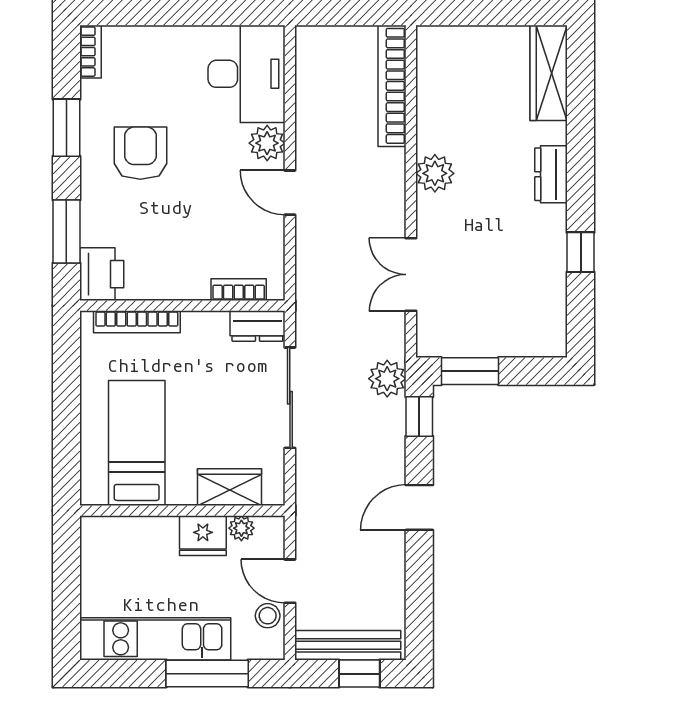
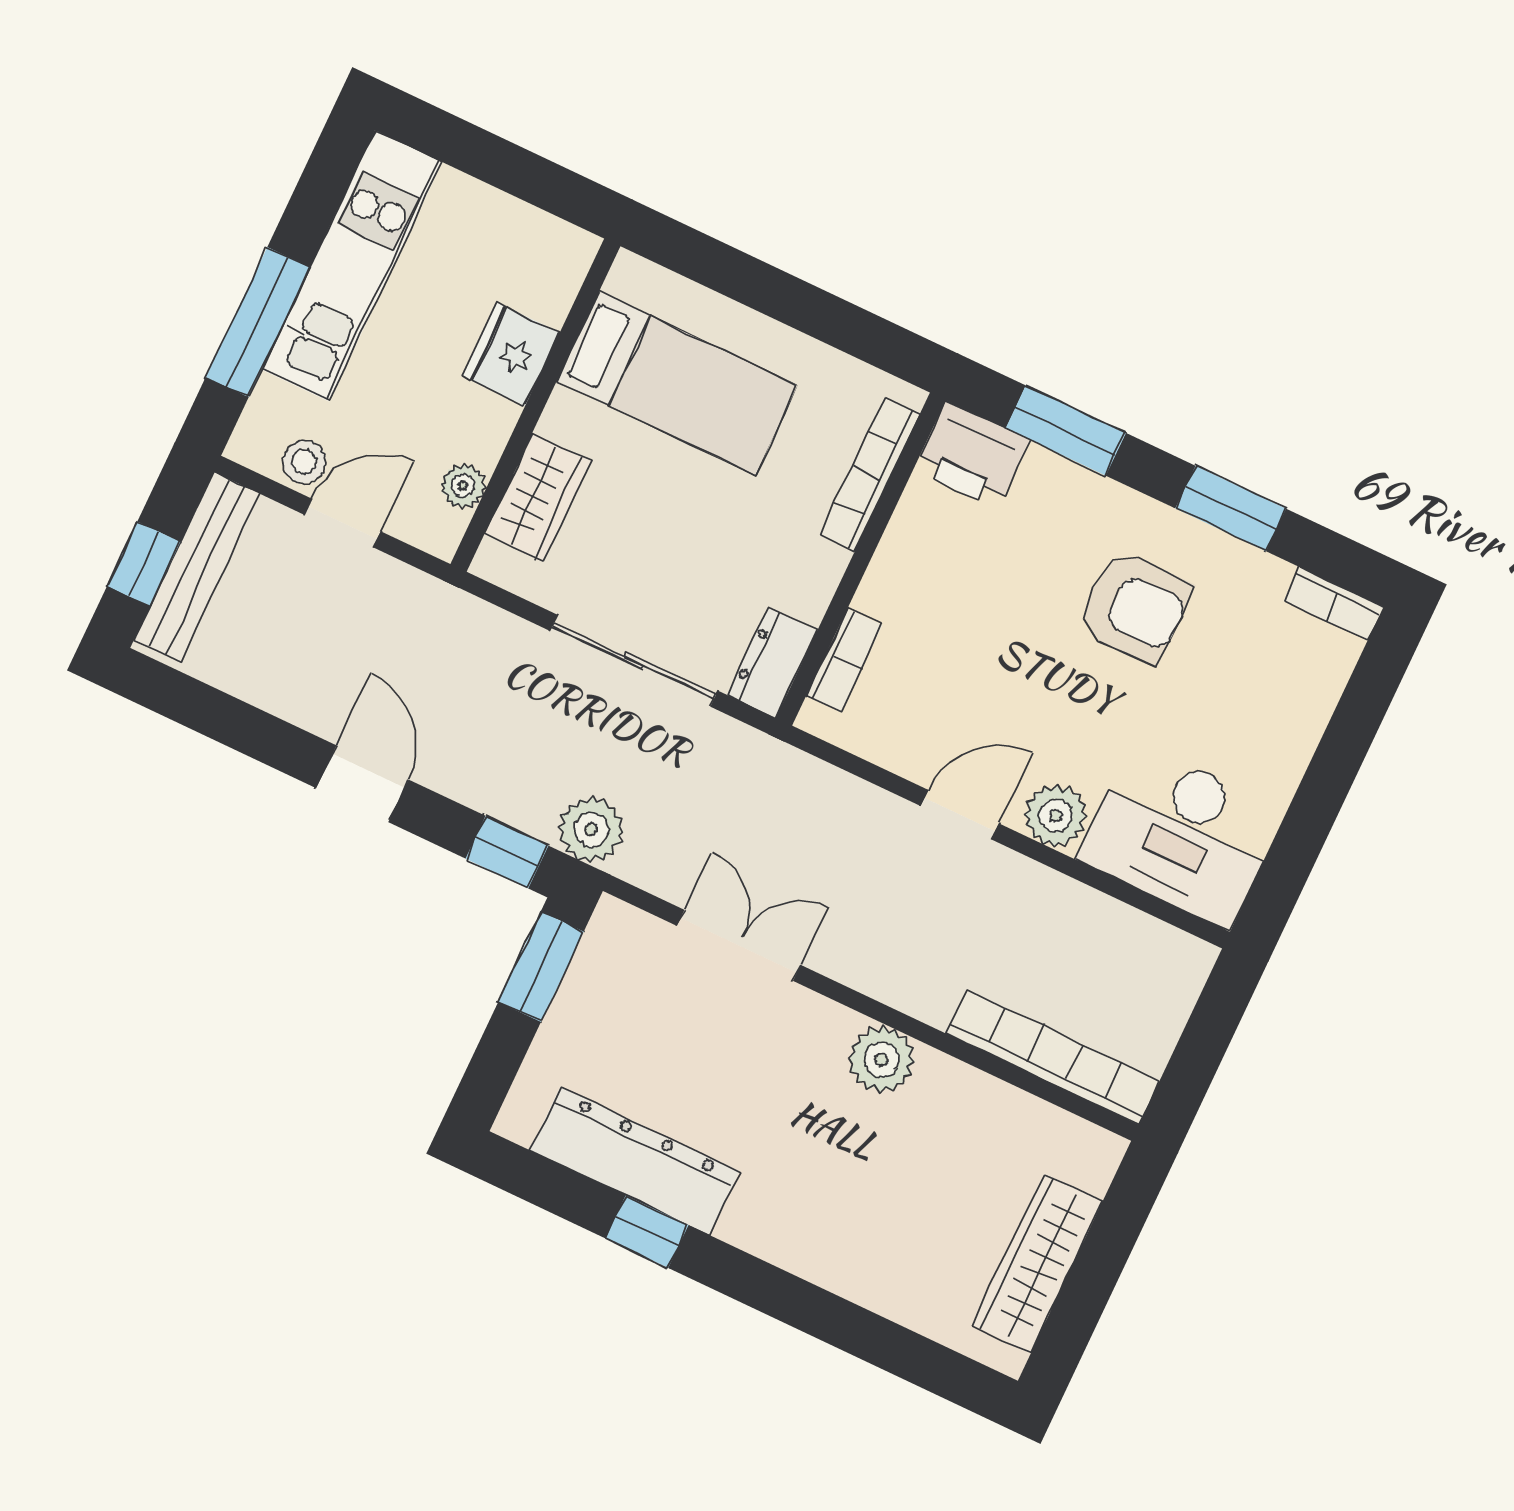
wardrobe: (549, 73) -> (1038, 1263), moved, turned -90
dresser: (551, 174) -> (635, 1161), moved, width x1.96, depth x1.24
fridge: (203, 536) -> (511, 354), moved

